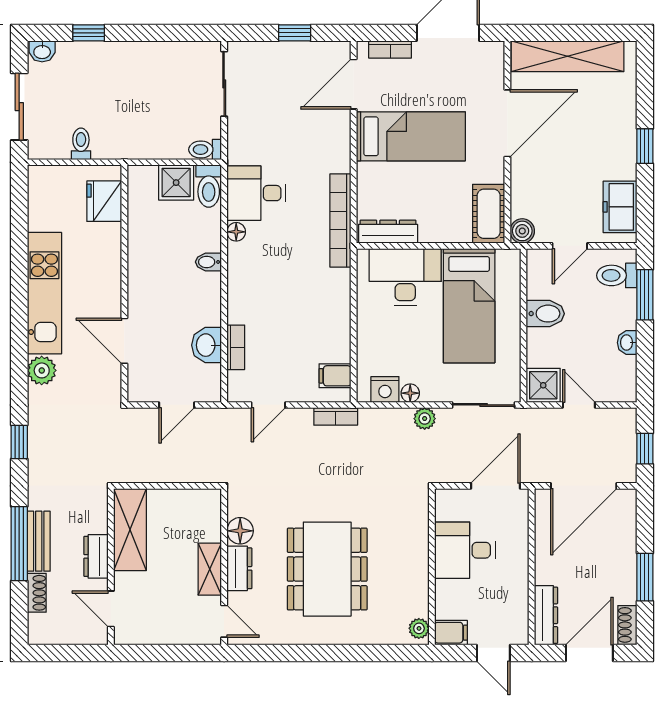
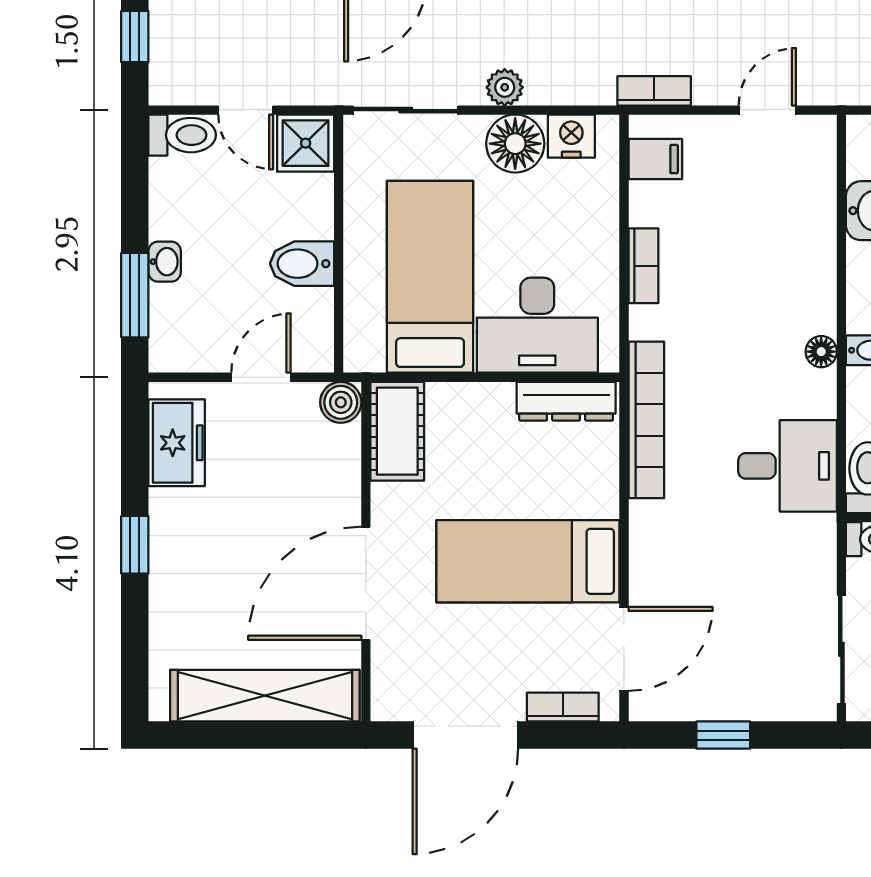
floor lamp: (236, 232) -> (821, 352), moved
toilet: (617, 275) -> (182, 135), moved
washbasin: (627, 343) -> (165, 262), moved
bookcase: (236, 347) -> (643, 266), moved, turned 180
floor lamp: (410, 393) -> (515, 144), width x1.89, depth x1.89

